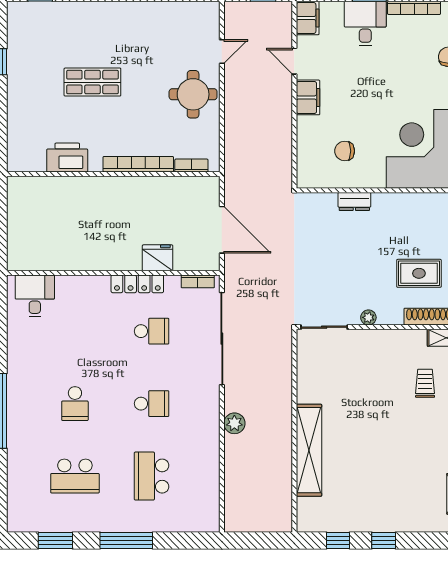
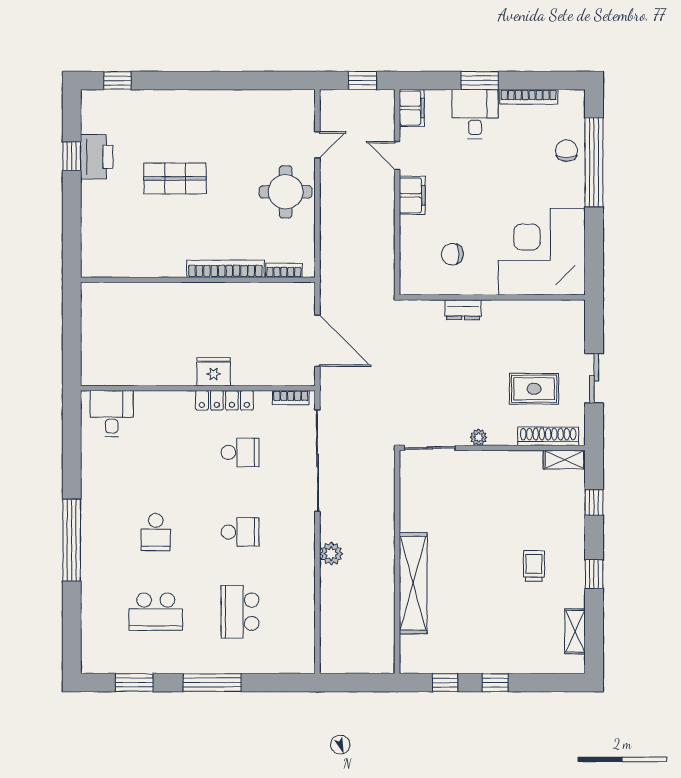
printer: (67, 158) -> (97, 157), moved, turned 90
fridge: (158, 258) -> (214, 372), moved
trolley: (425, 383) -> (534, 566), moved

